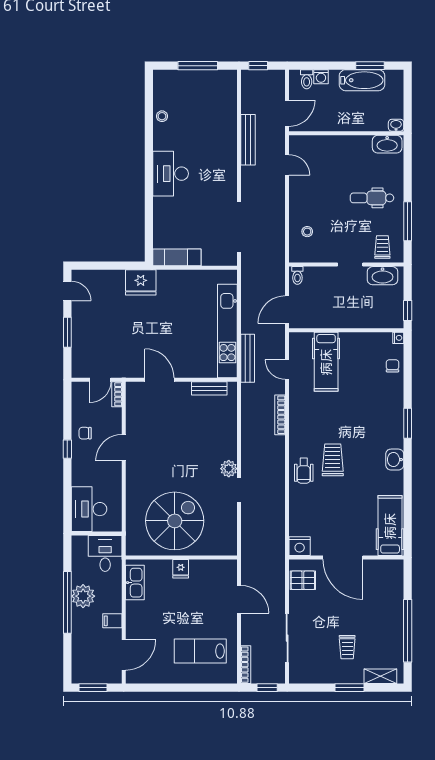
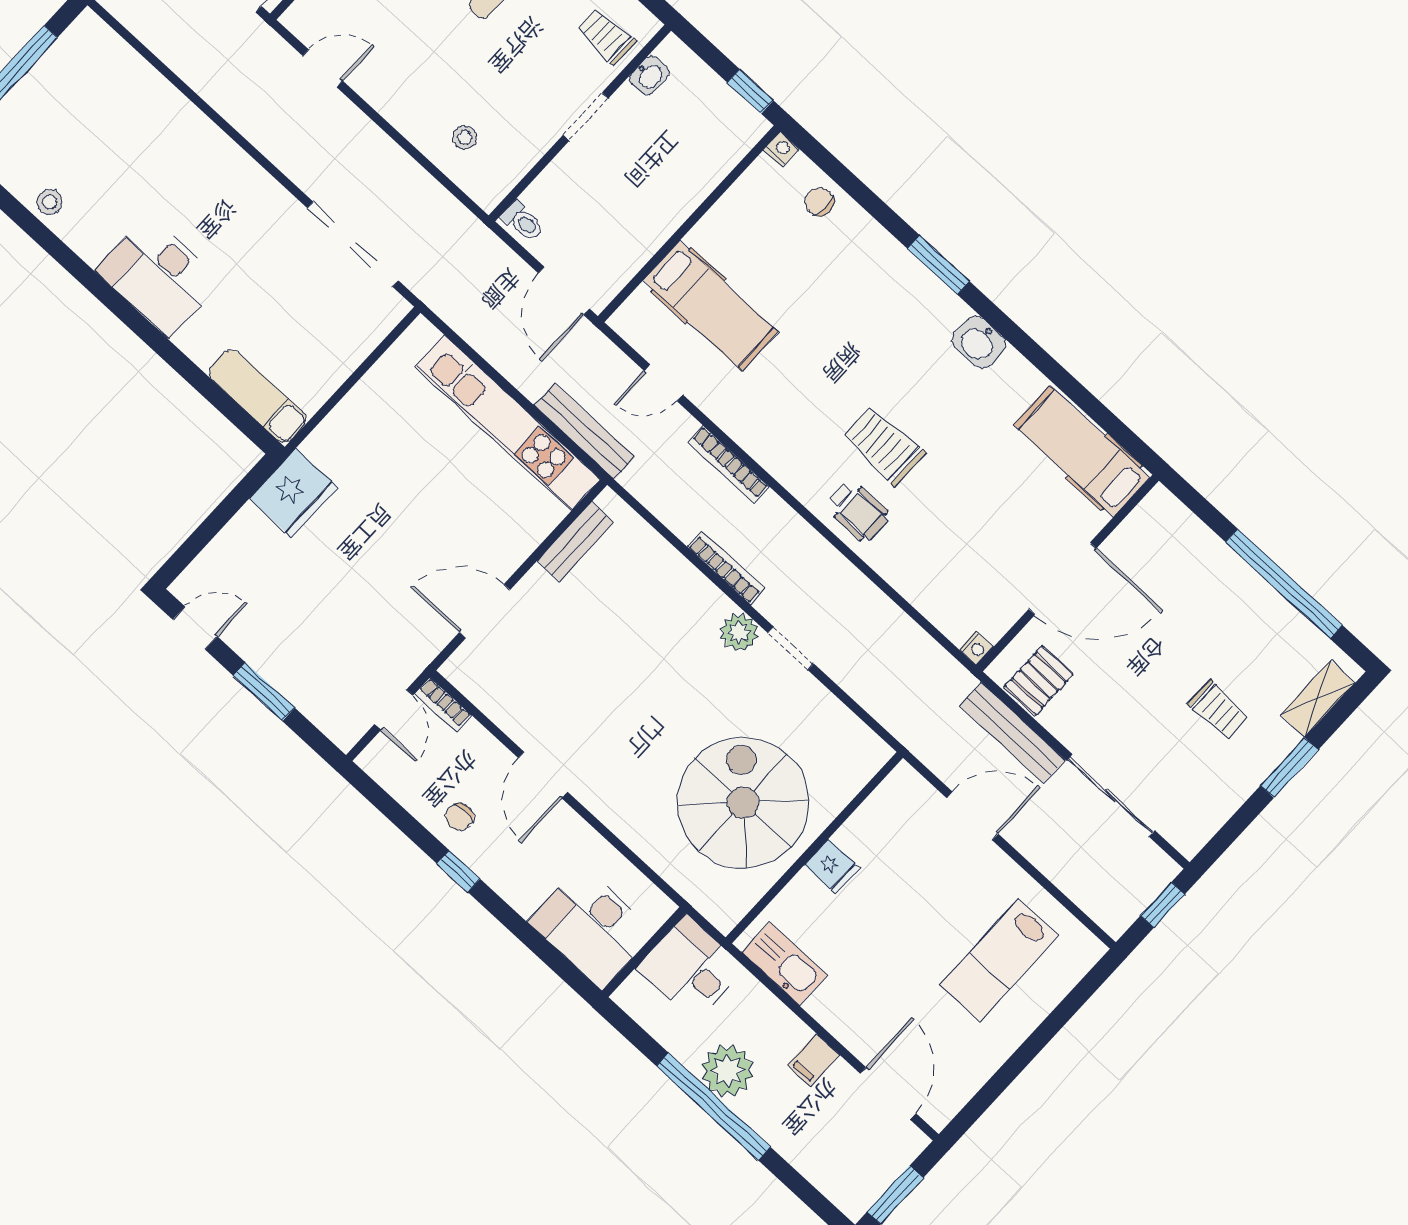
bench: (248, 140) -> (1012, 733), moved
exam couch: (177, 257) -> (258, 396), moved, turned 90
washbasin: (383, 276) -> (649, 75), width x0.52, depth x0.69
nightstand: (300, 546) -> (976, 648), width x0.53, depth x0.56
bookcase: (246, 665) -> (726, 568), moved

